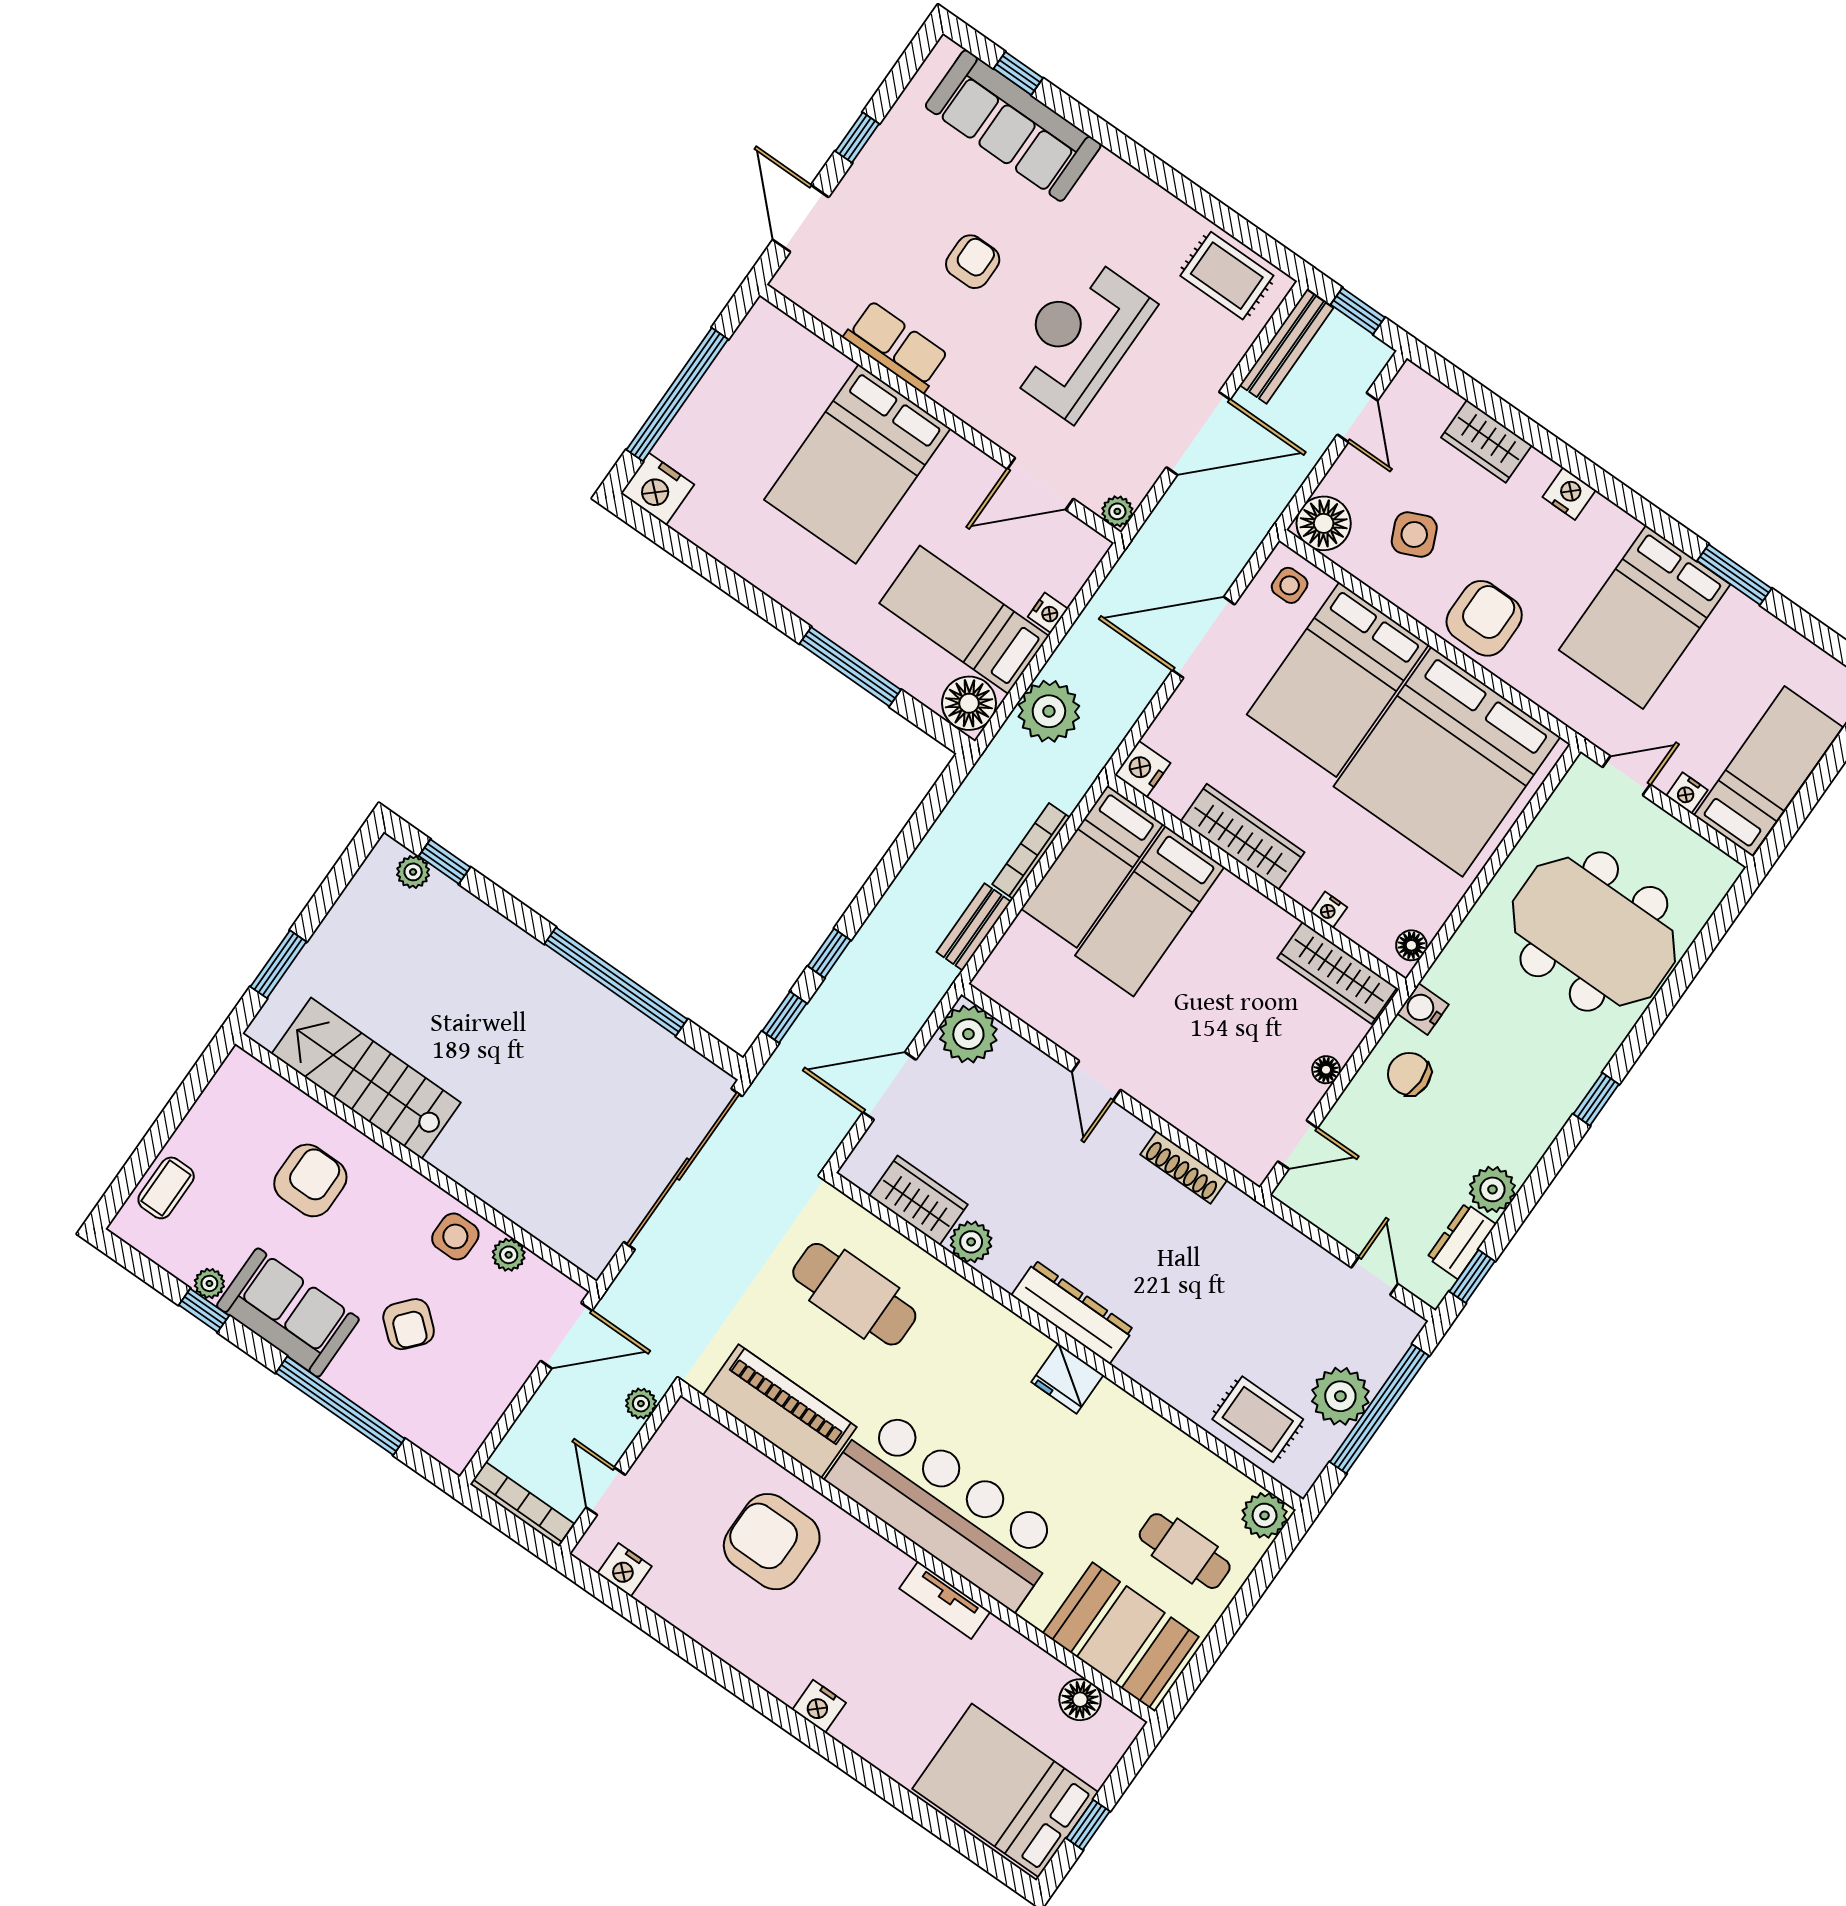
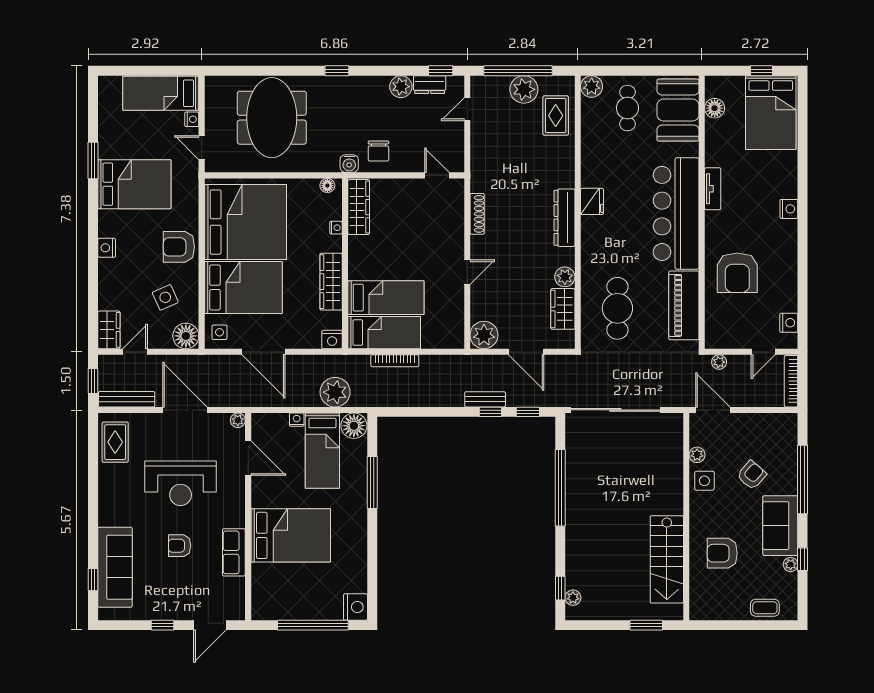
wardrobe: (1486, 441) -> (109, 330), moved
bench: (974, 927) -> (485, 399), moved
floor lamp: (1326, 1070) -> (400, 185), removed

